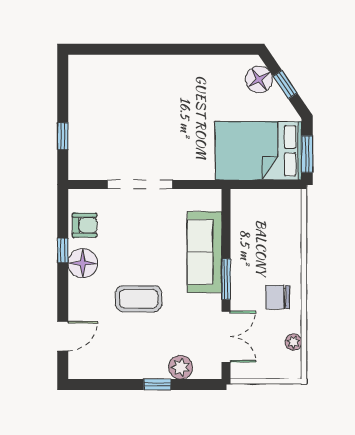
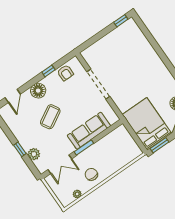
window: (63, 136) -> (121, 21), moved
floor lamp: (83, 263) -> (38, 91), moved
coffee table: (139, 299) -> (50, 117), turned 60
door: (63, 336) -> (13, 96), hinge flipped

